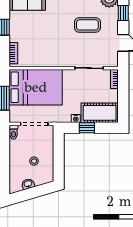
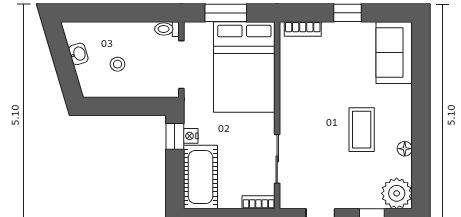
coffee table: (87, 25) -> (362, 130), moved
window: (87, 128) -> (175, 136), moved

